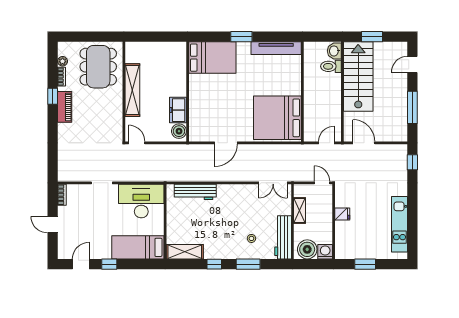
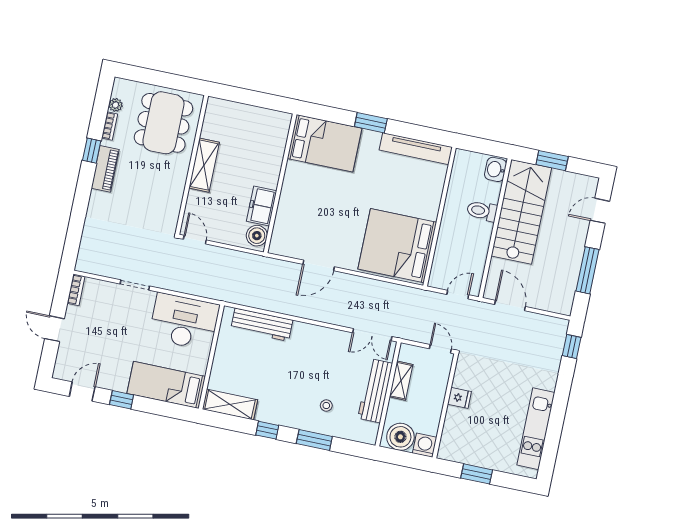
toilet: (331, 66) -> (482, 211), moved
shelving: (132, 90) -> (204, 165), width x0.68
workbench: (283, 237) -> (375, 391), moved

